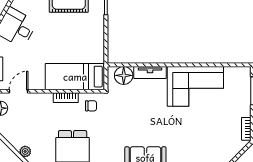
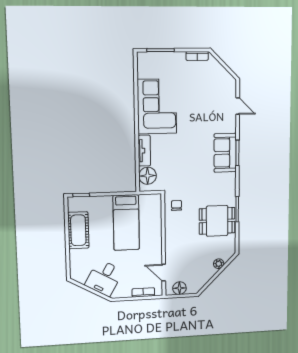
bed: (75, 77) -> (126, 222), moved
bookcase: (66, 98) -> (169, 229), removed

